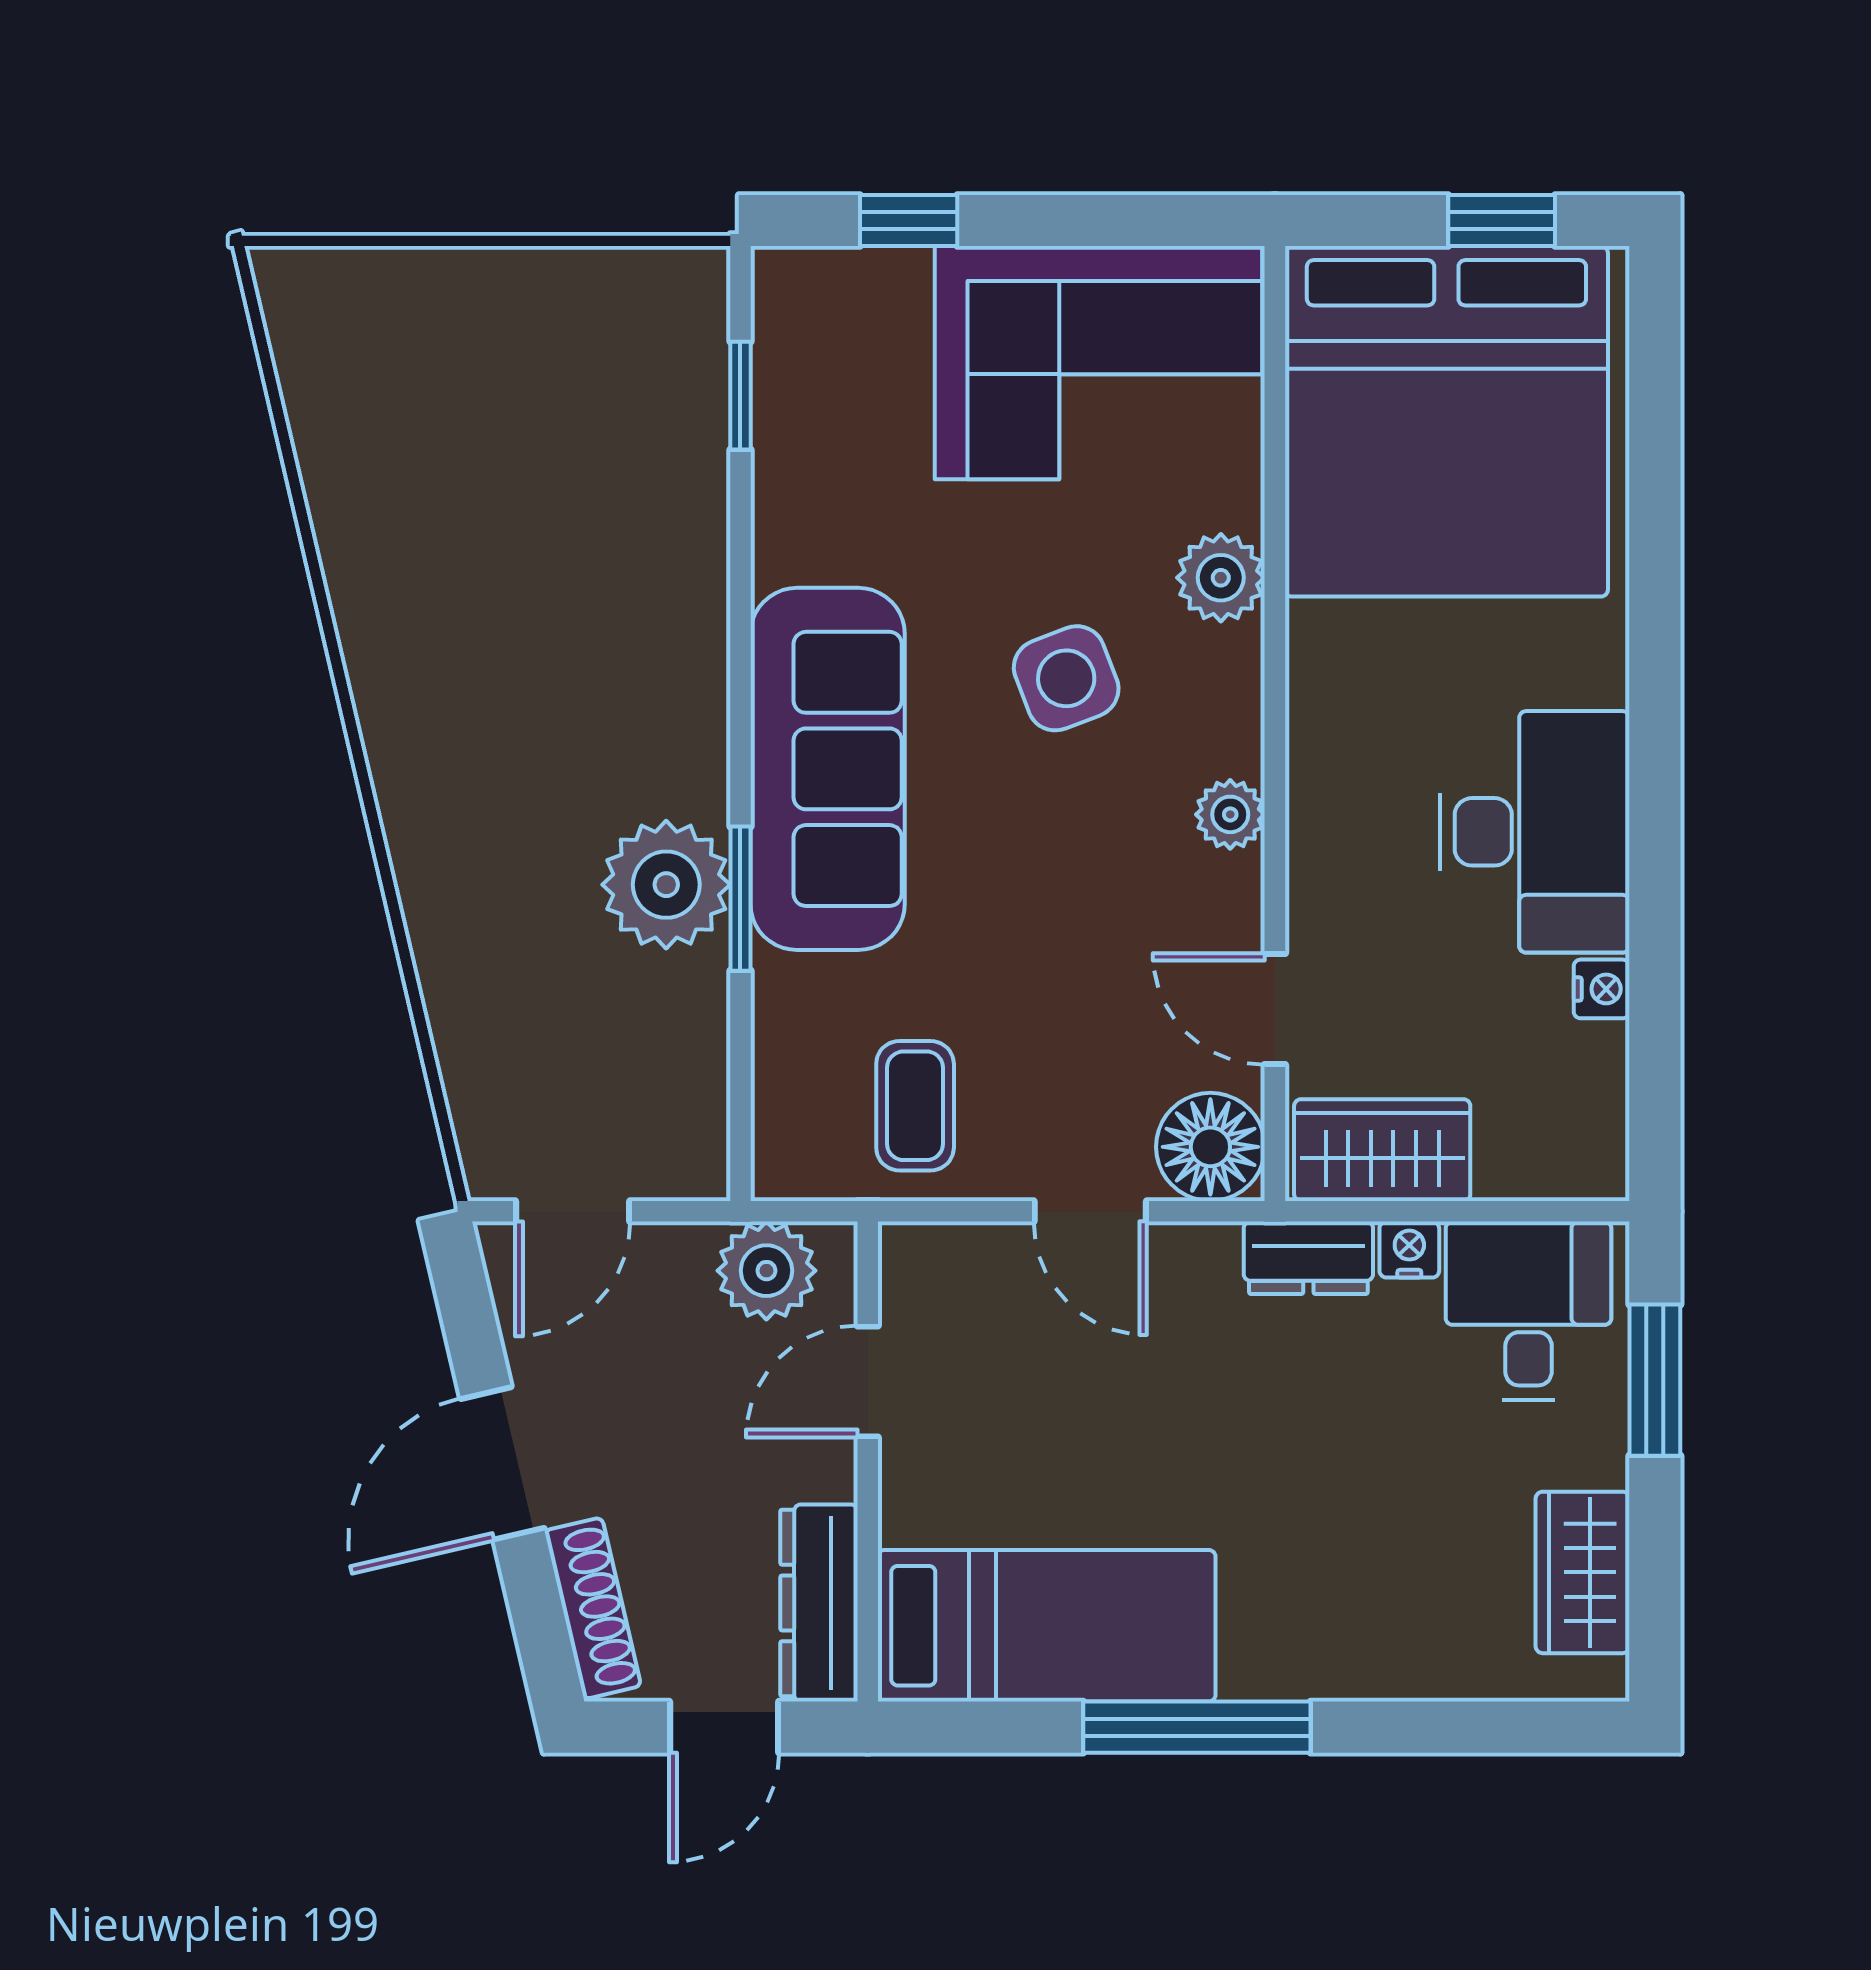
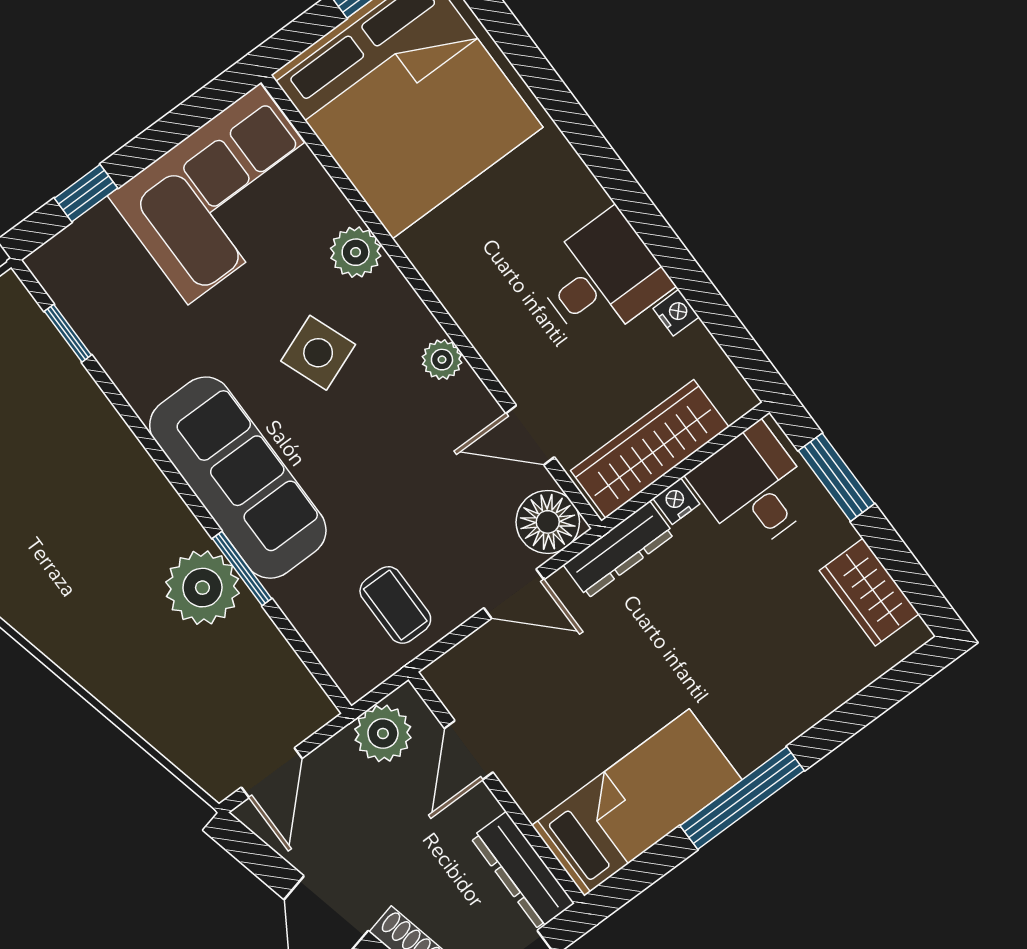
desk: (1535, 832) -> (602, 278), width x0.73
wardrobe: (1382, 1150) -> (650, 449), width x1.50
dresser: (1308, 1258) -> (619, 550), width x1.44

